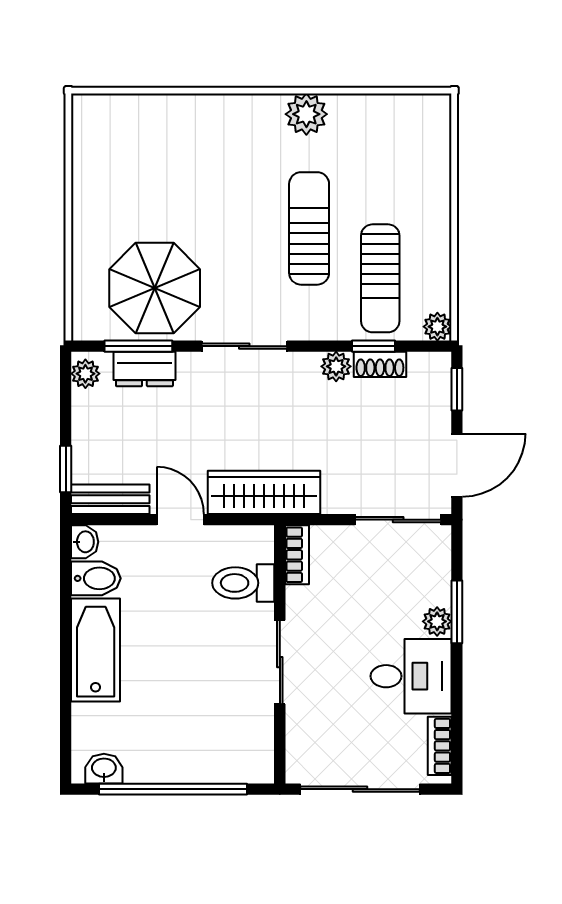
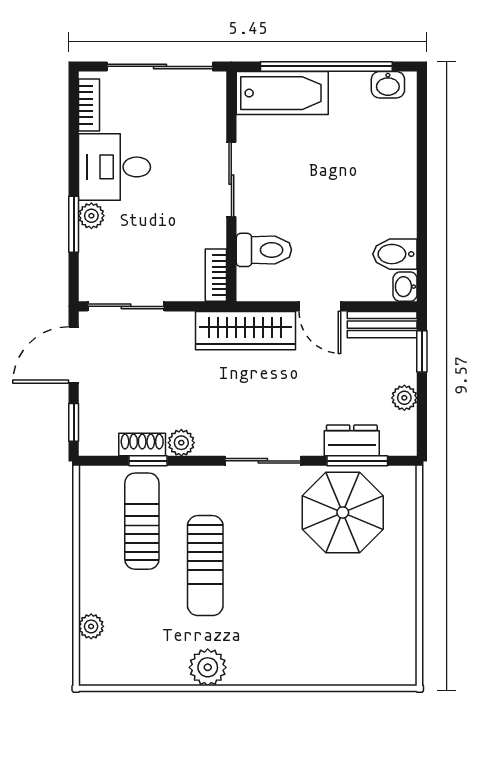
plant: (437, 327) -> (91, 626), moved
plant: (85, 374) -> (404, 398), moved
bathtub: (96, 650) -> (282, 93), moved, turned -90

